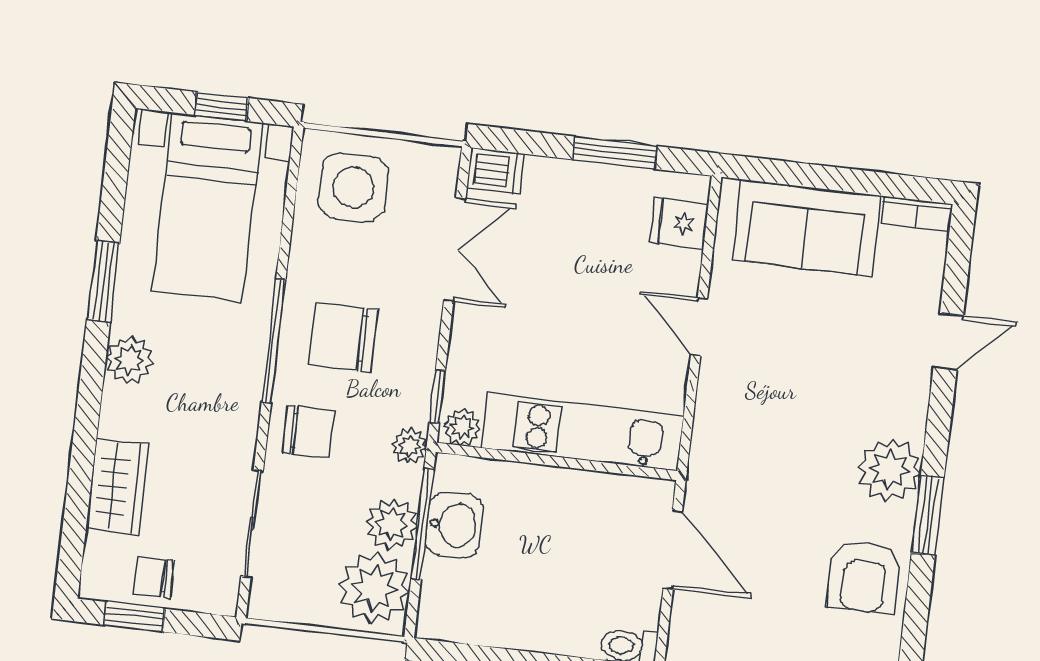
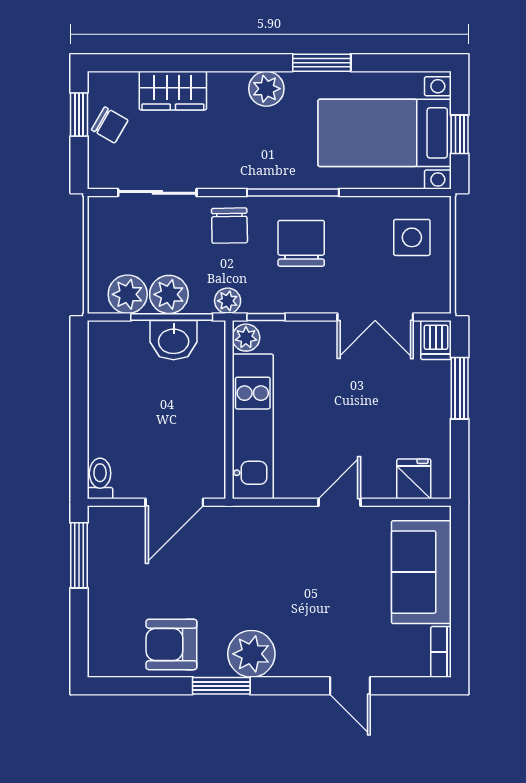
window: (615, 153) -> (460, 388), moved
side table: (353, 187) -> (412, 237), width x0.73, depth x0.73
chair: (153, 577) -> (110, 125), turned 120
plant: (374, 588) -> (128, 294), width x0.73, depth x0.73

